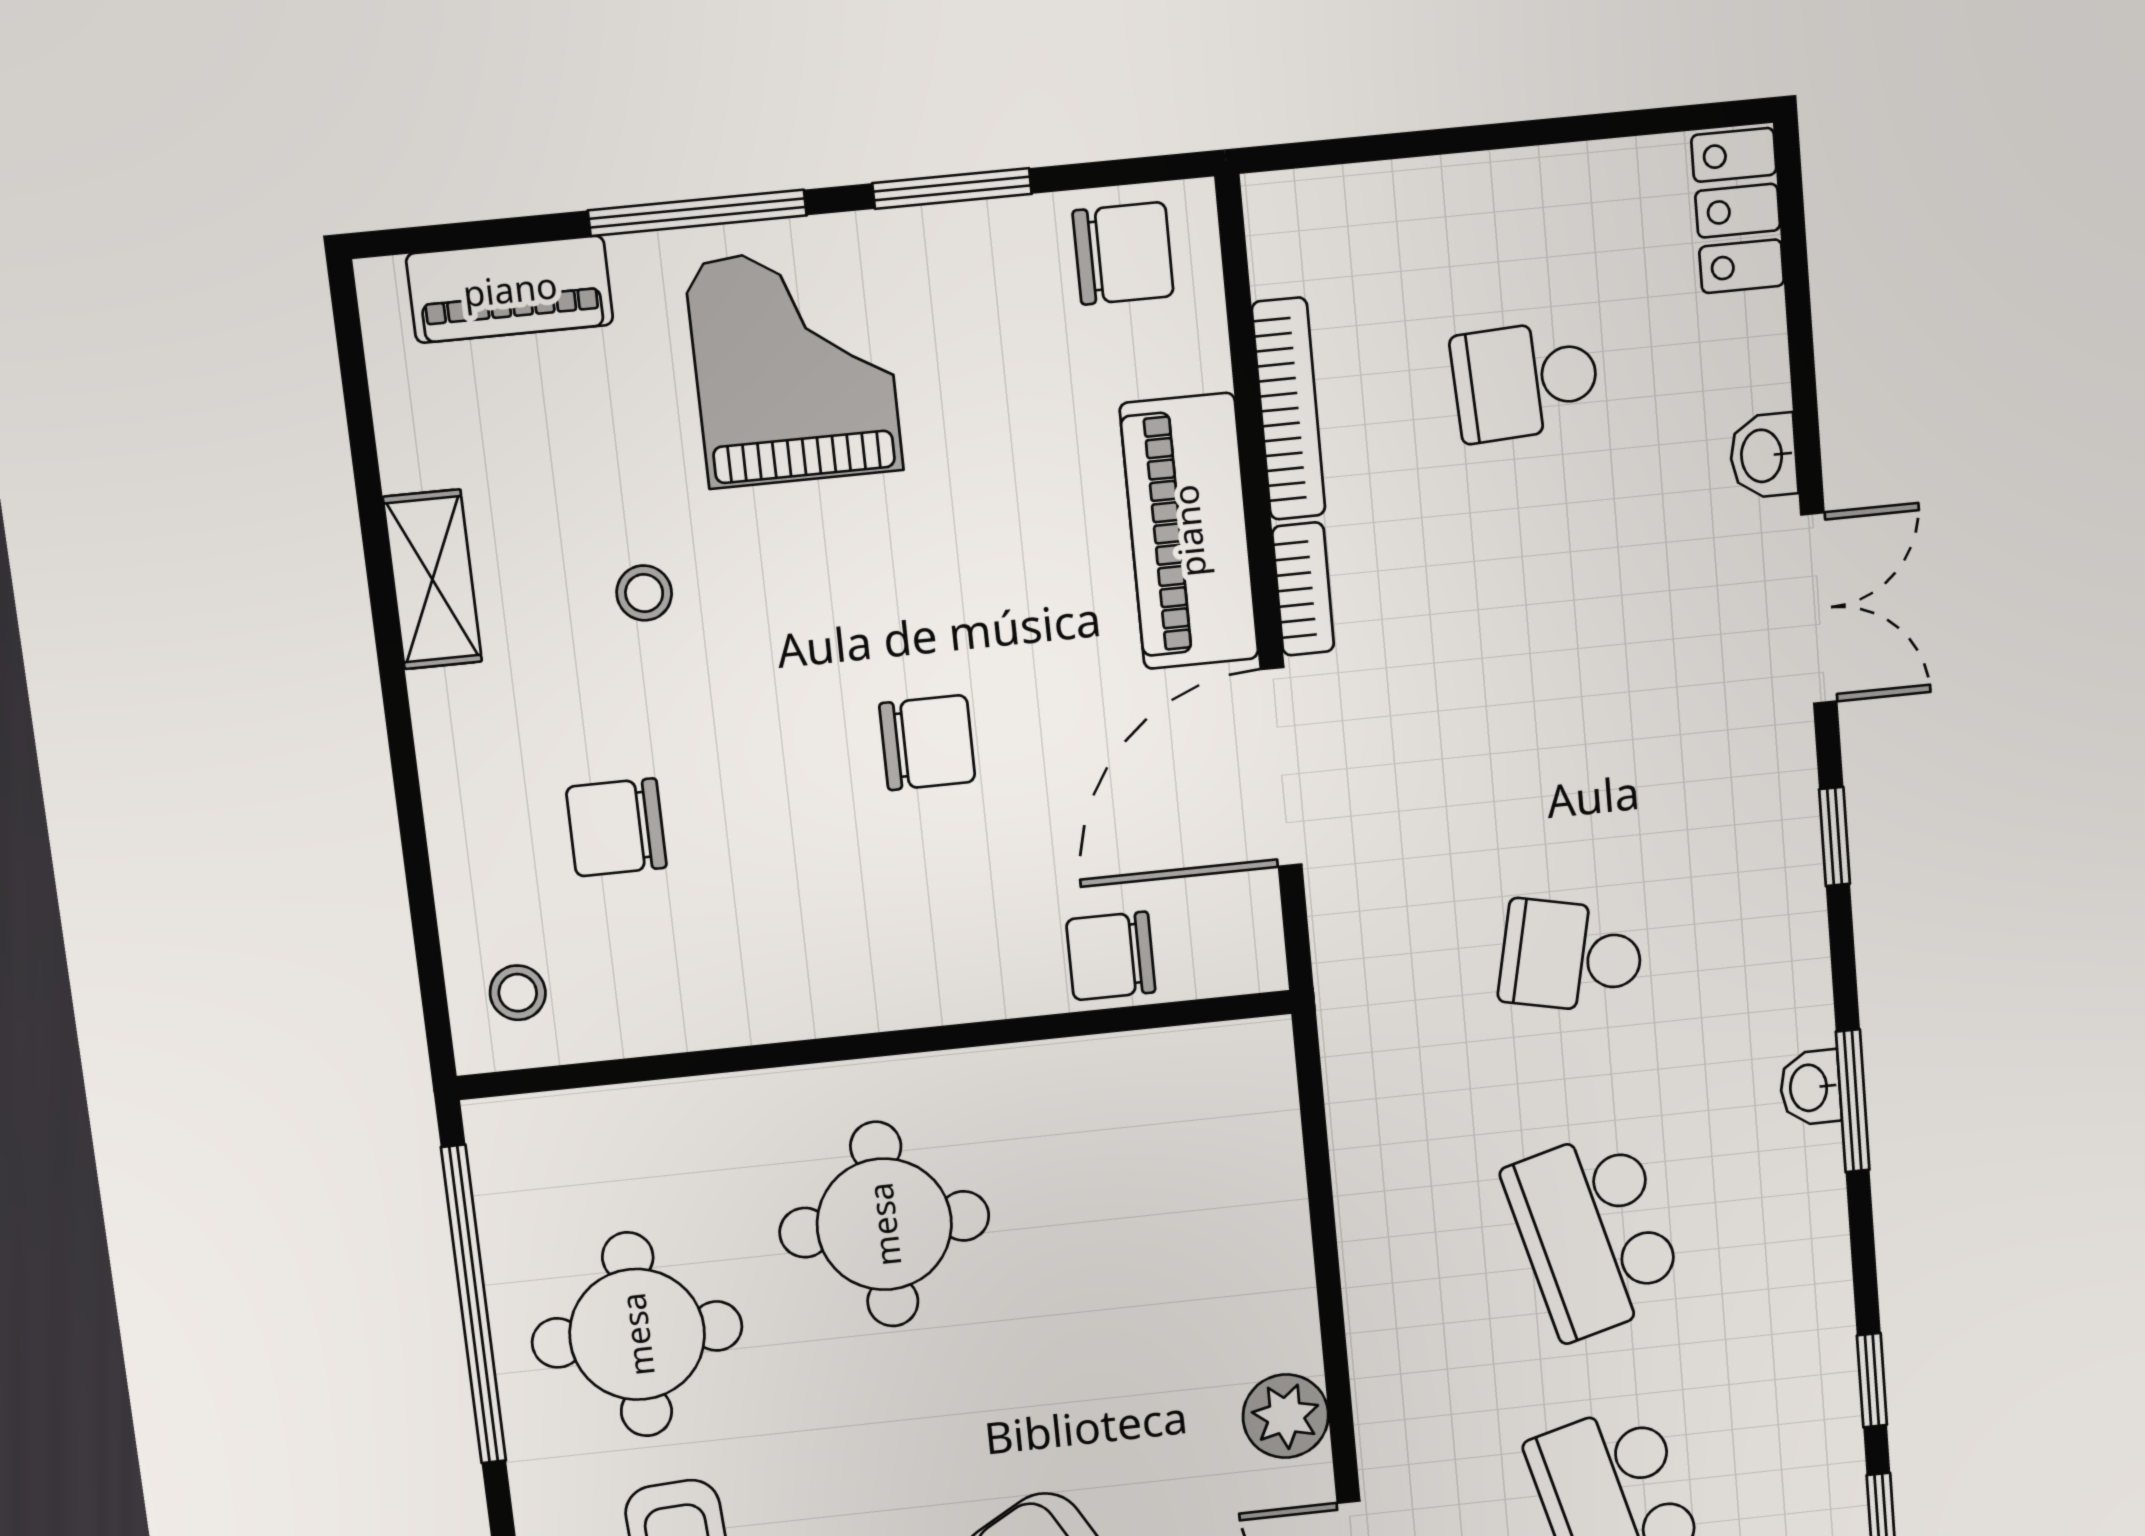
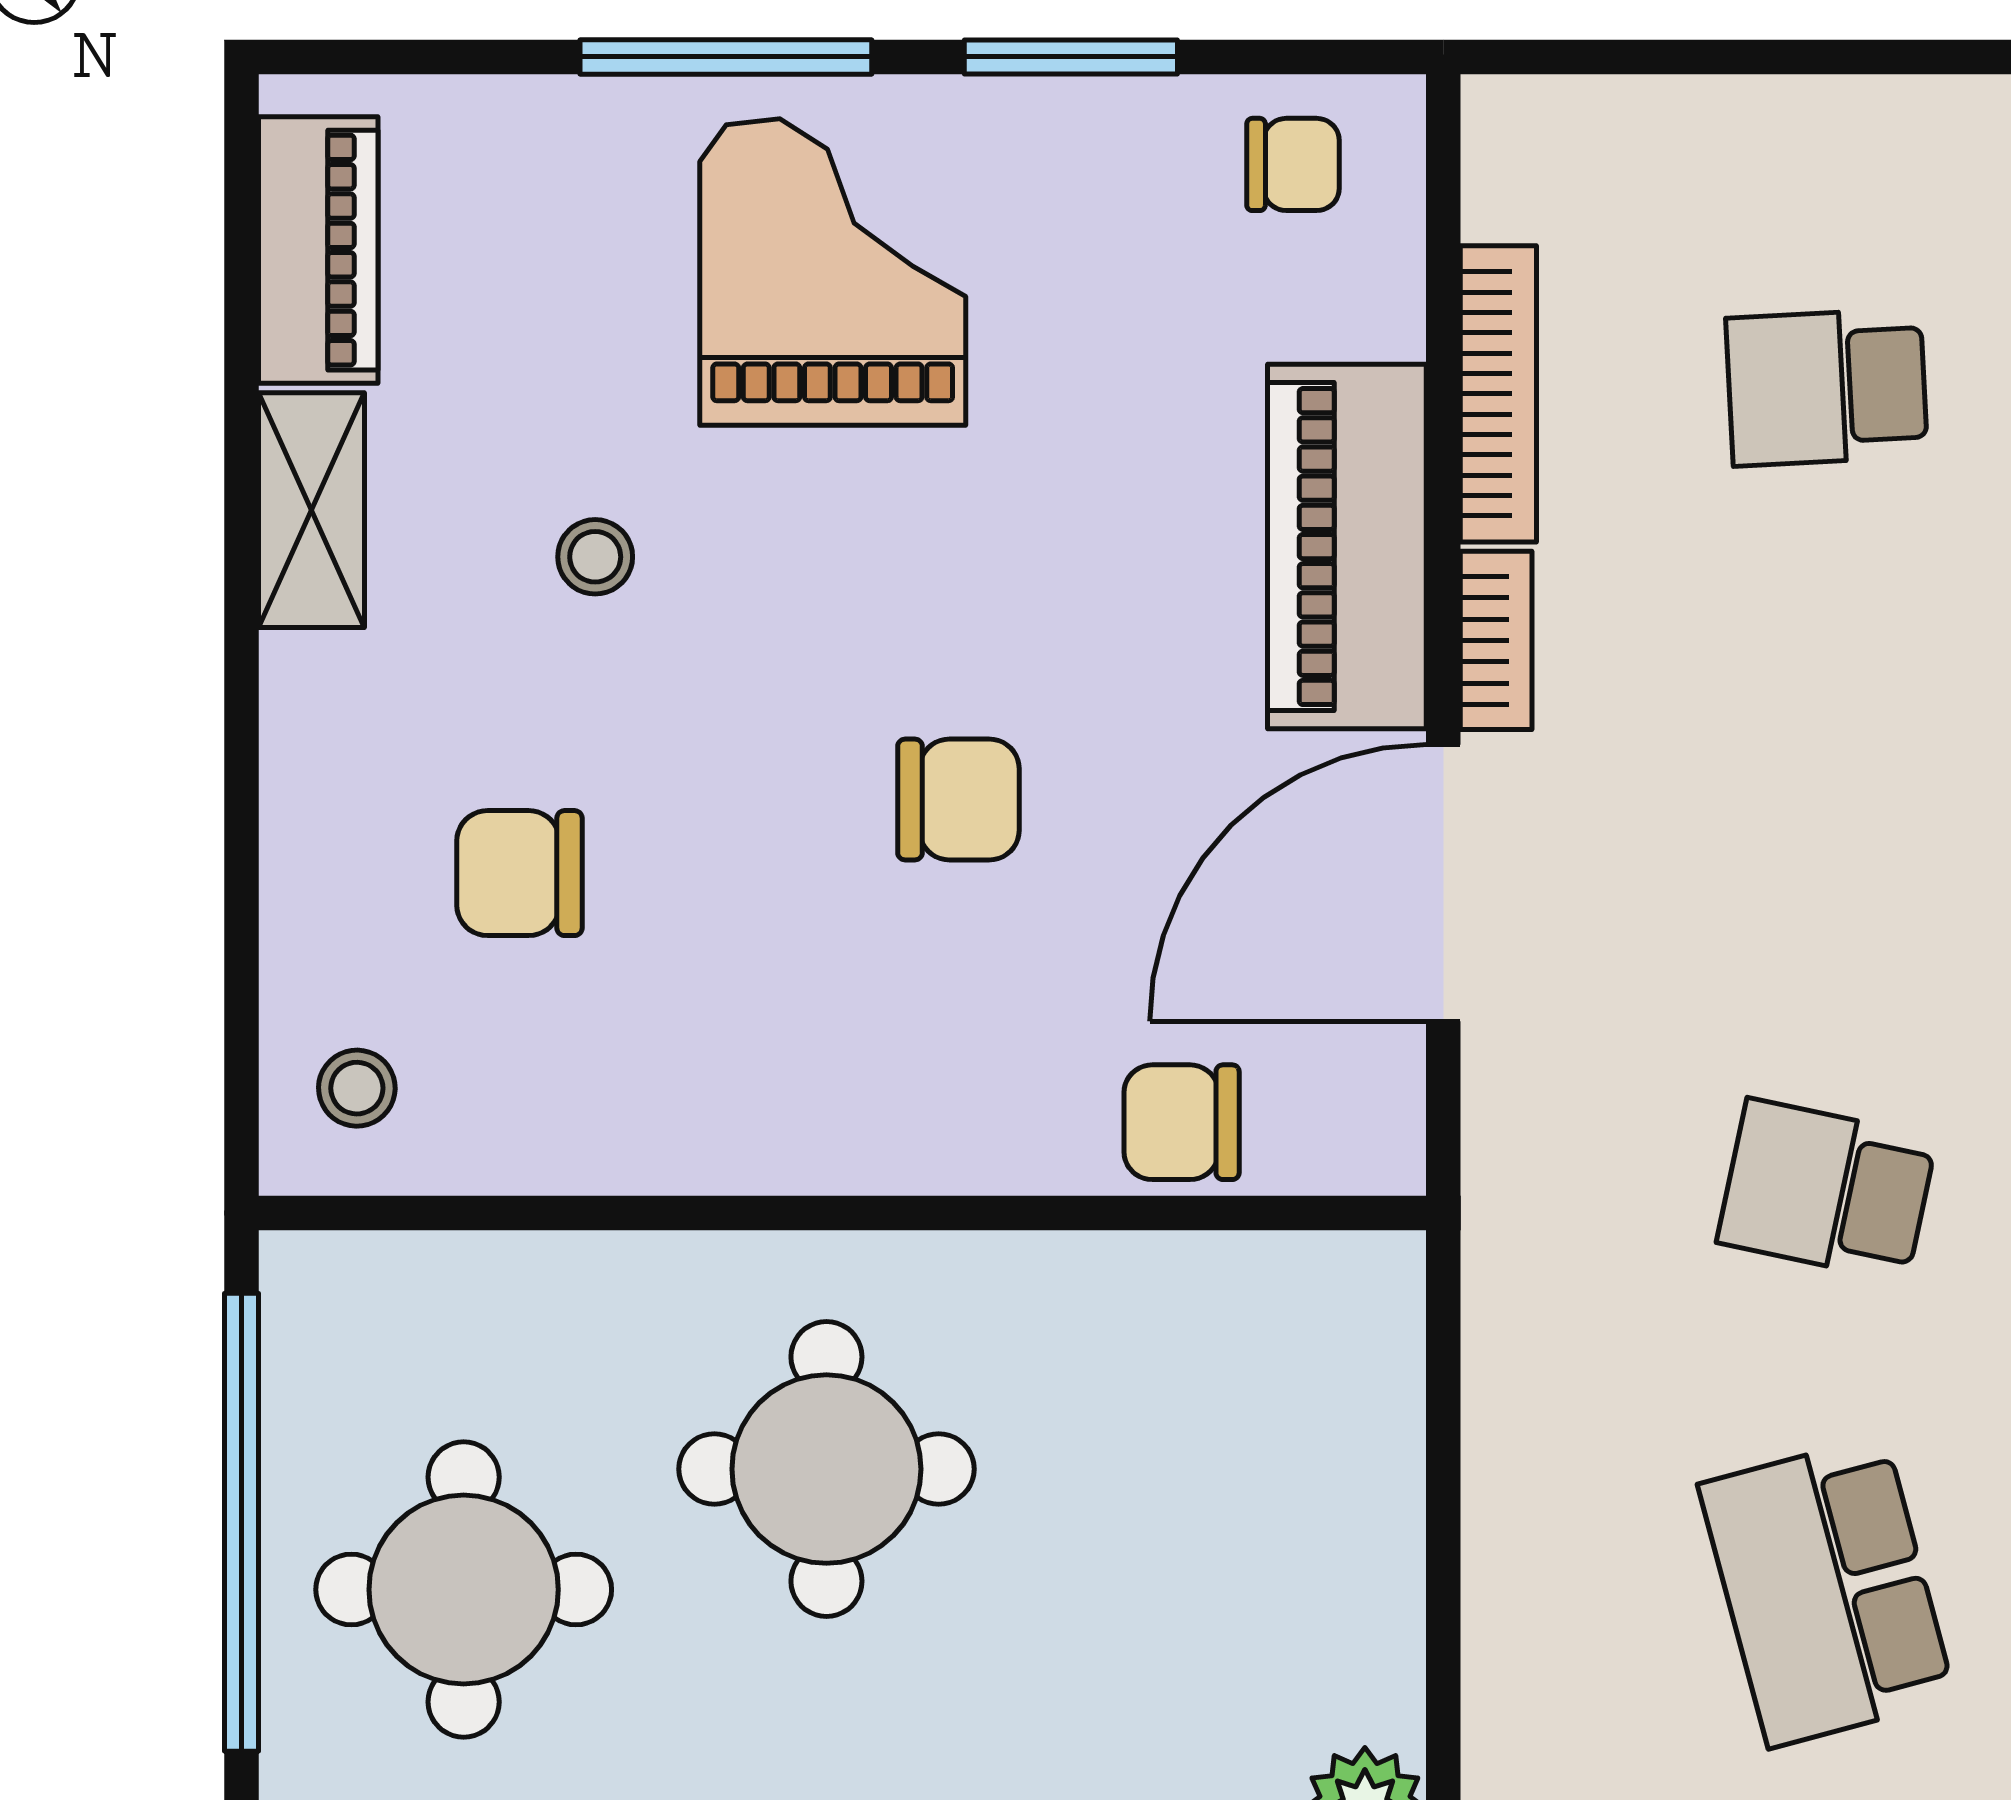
chair: (1123, 253) -> (1293, 164), width x0.73, depth x0.73
piano: (510, 289) -> (318, 250), moved, turned -90

